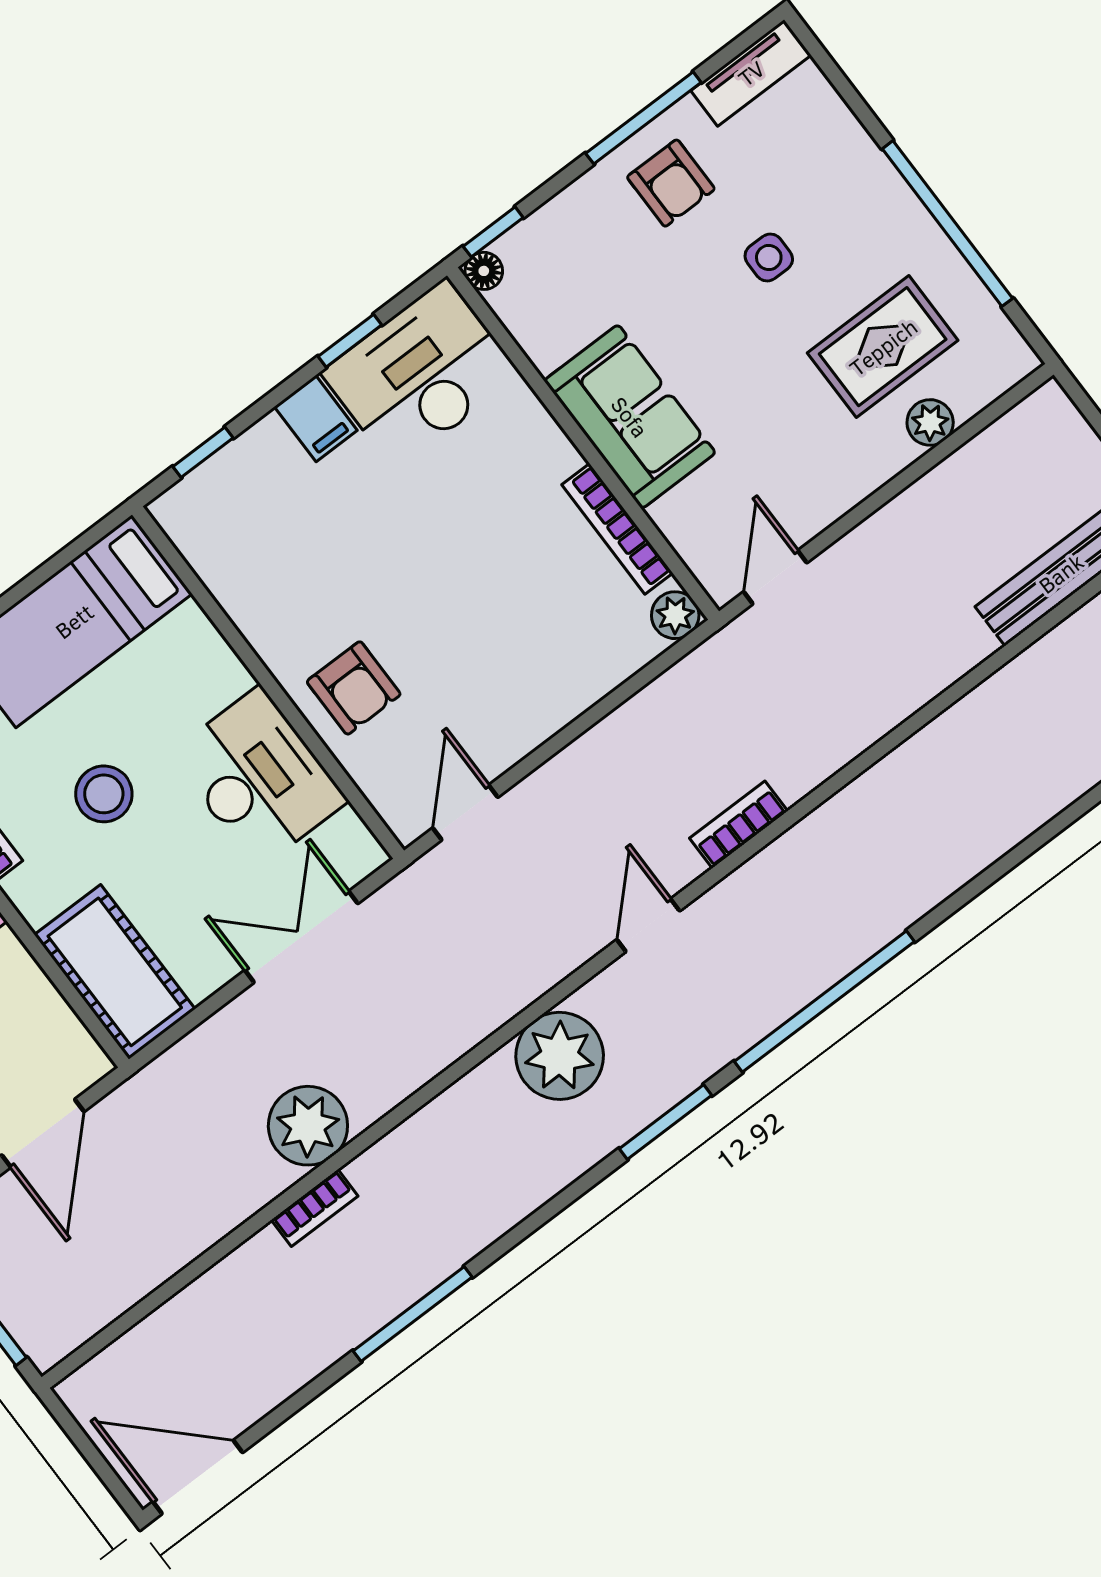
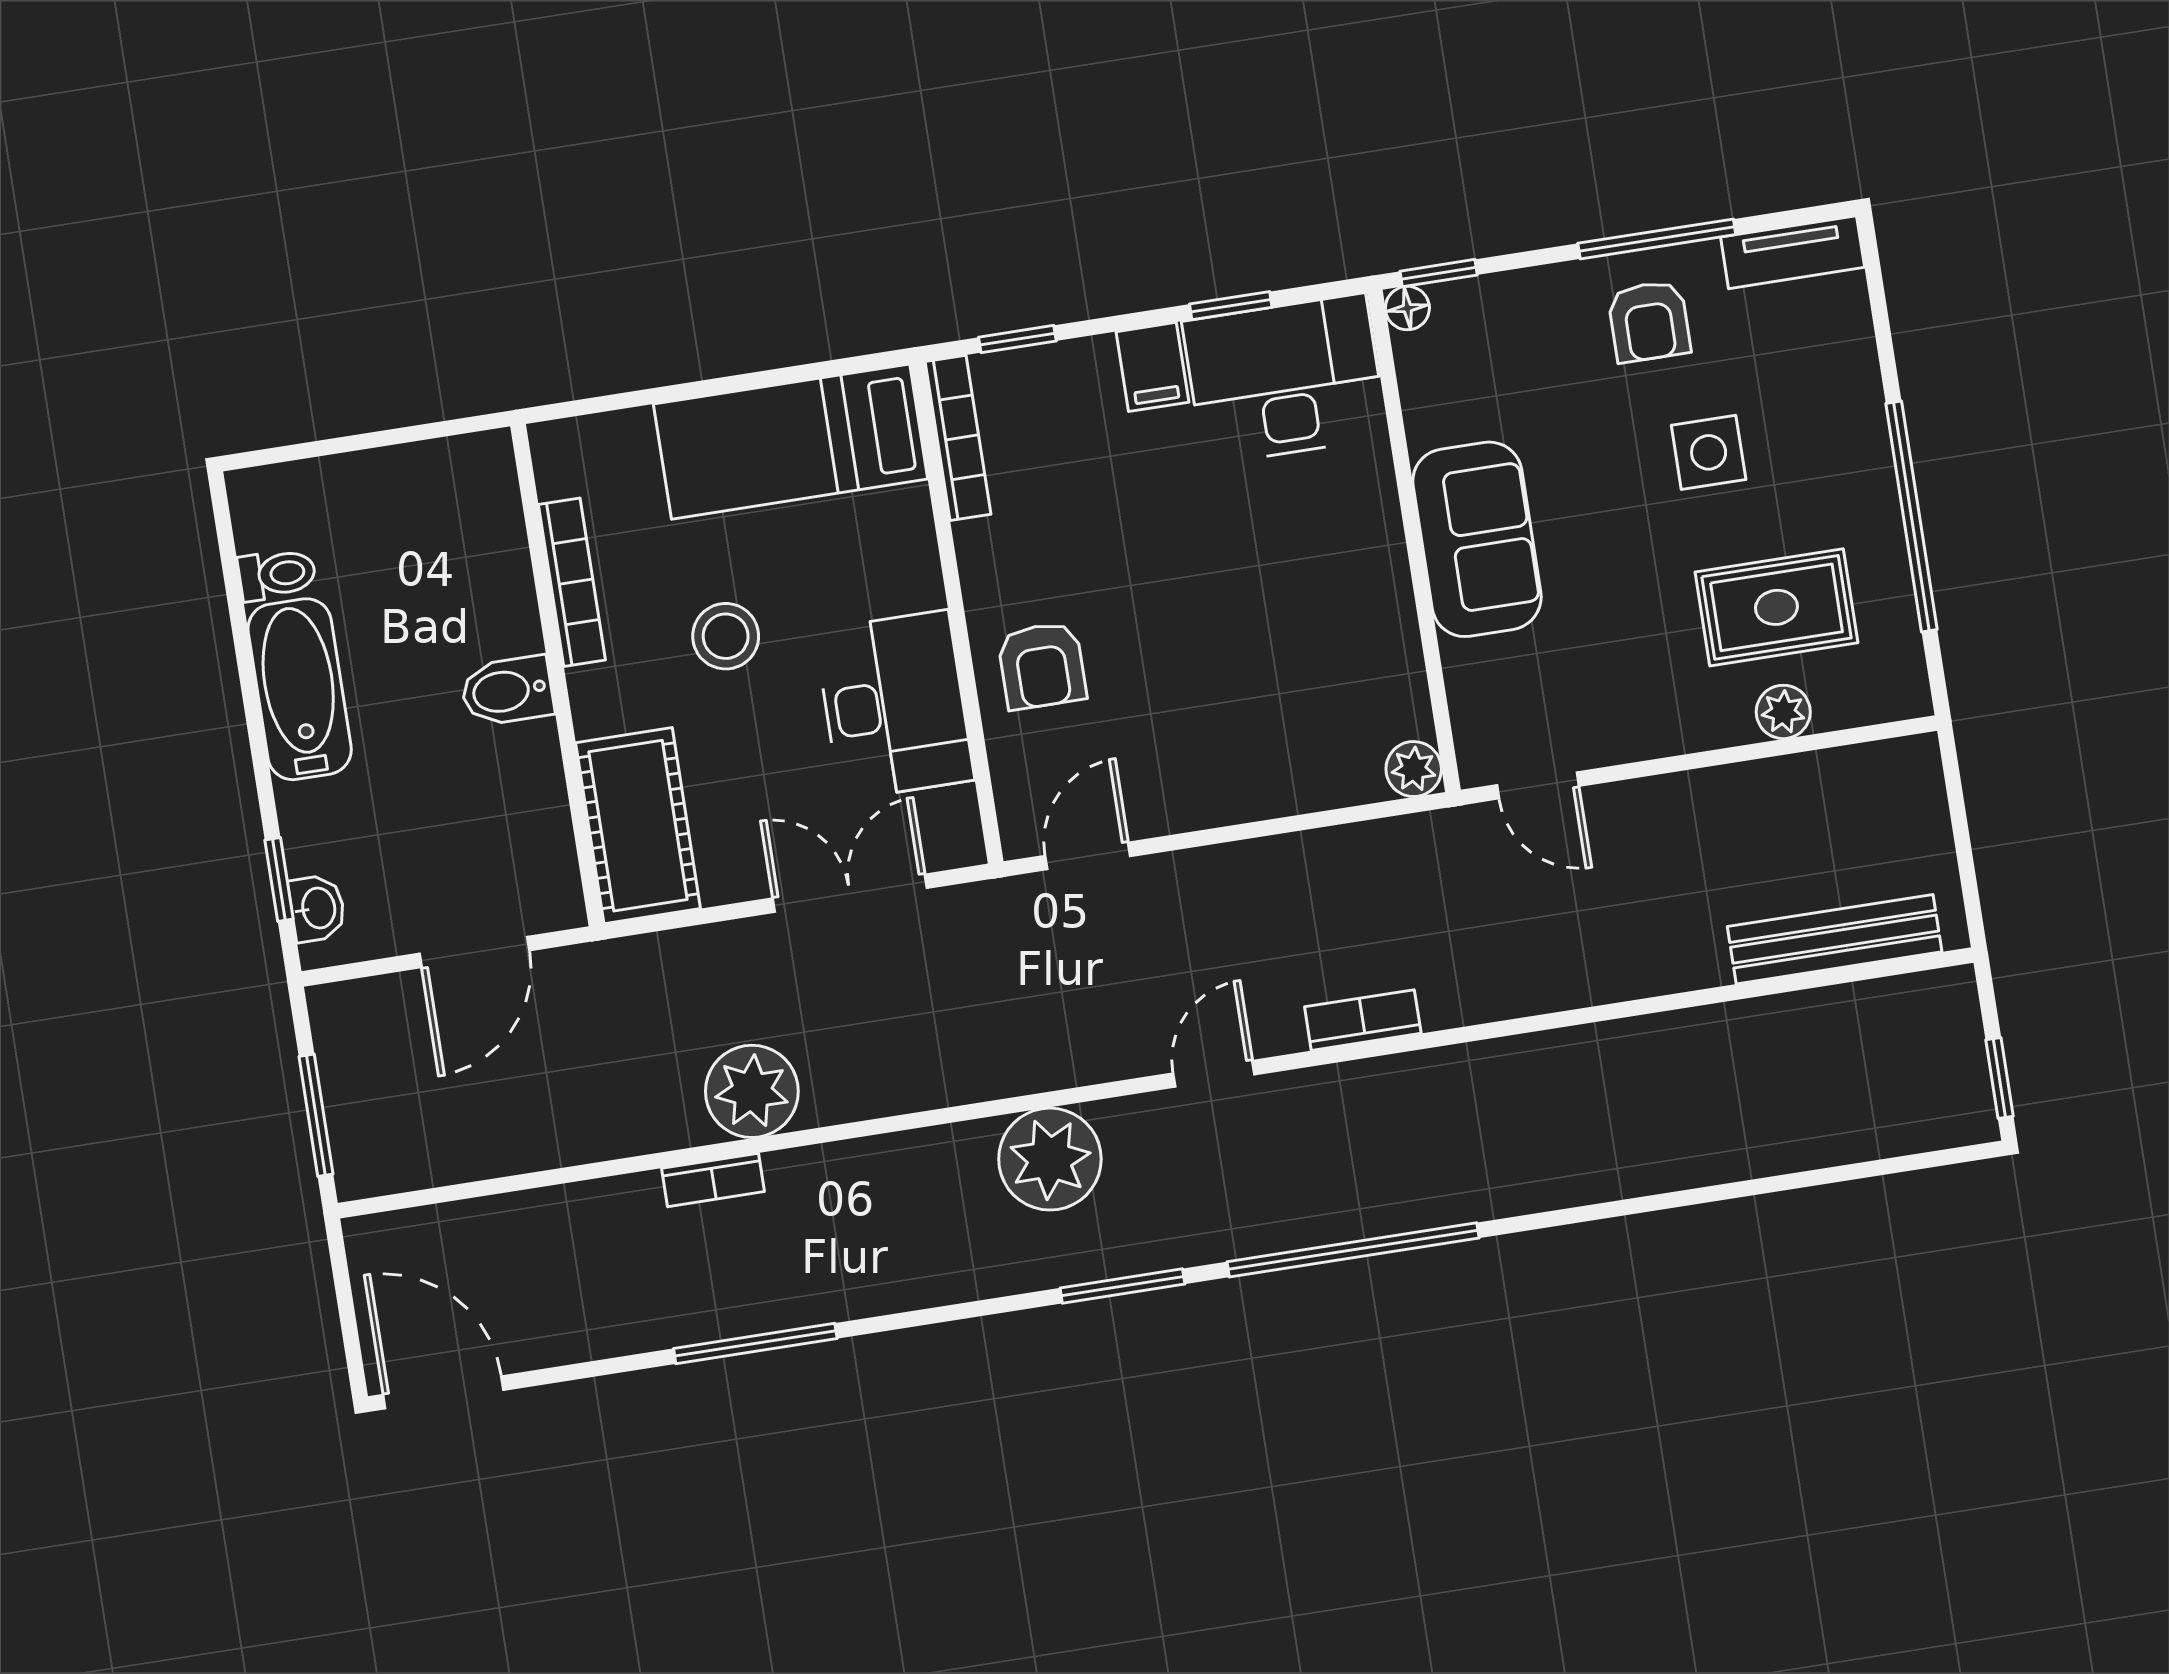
side table: (769, 258) -> (1709, 452), width x1.37, depth x1.37
bookcase: (617, 529) -> (958, 438), moved, turned 180
door: (775, 577) -> (1538, 785), swing flipped

